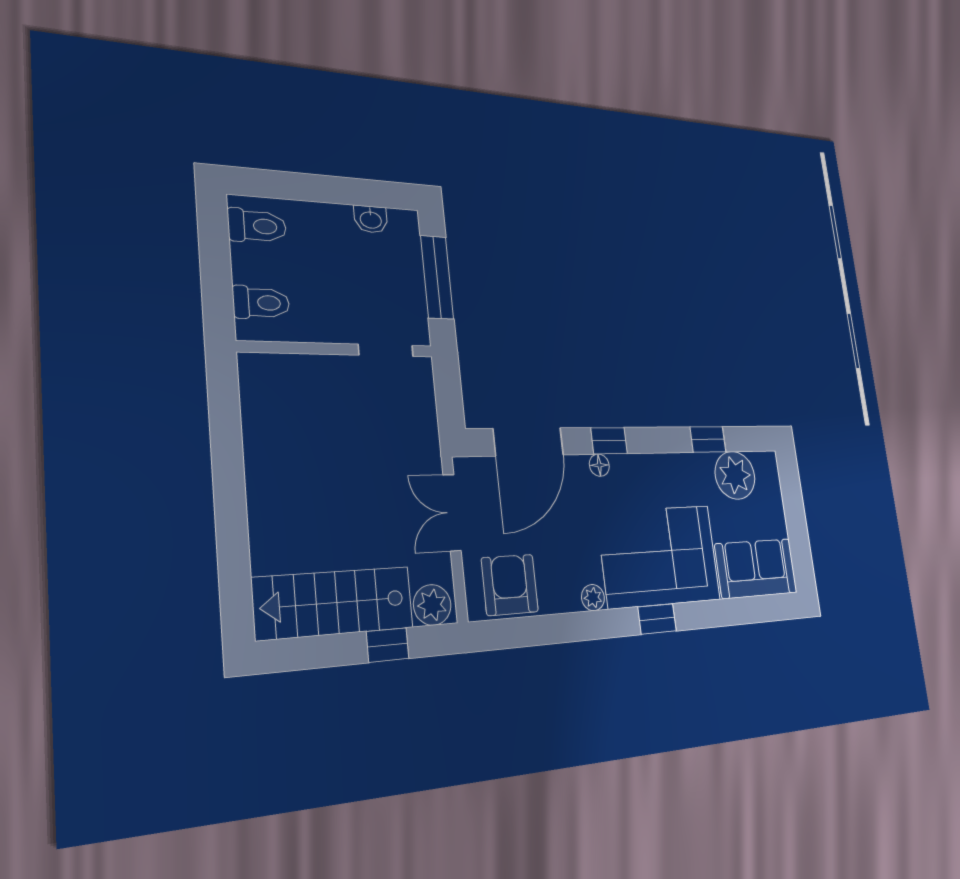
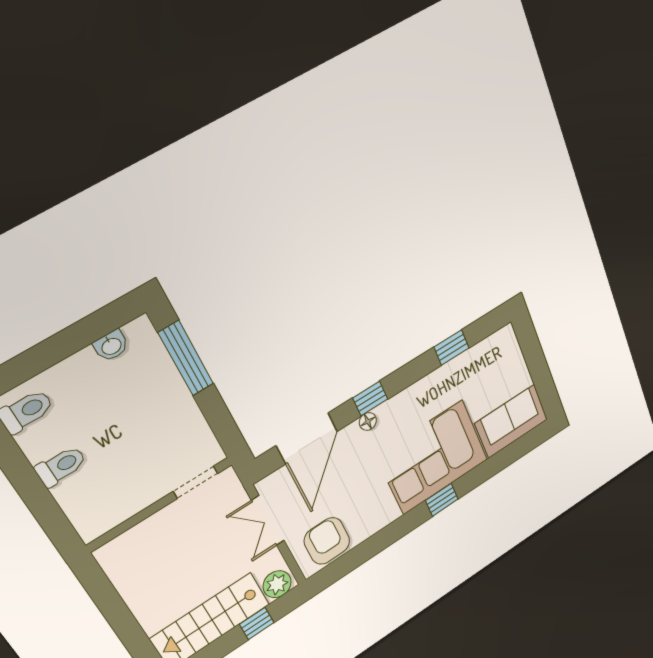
wall: (338, 349) -> (160, 504), moved
doorway: (386, 350) -> (195, 482), moved
plant: (735, 475) -> (480, 362), removed
plant: (593, 598) -> (390, 514), removed

